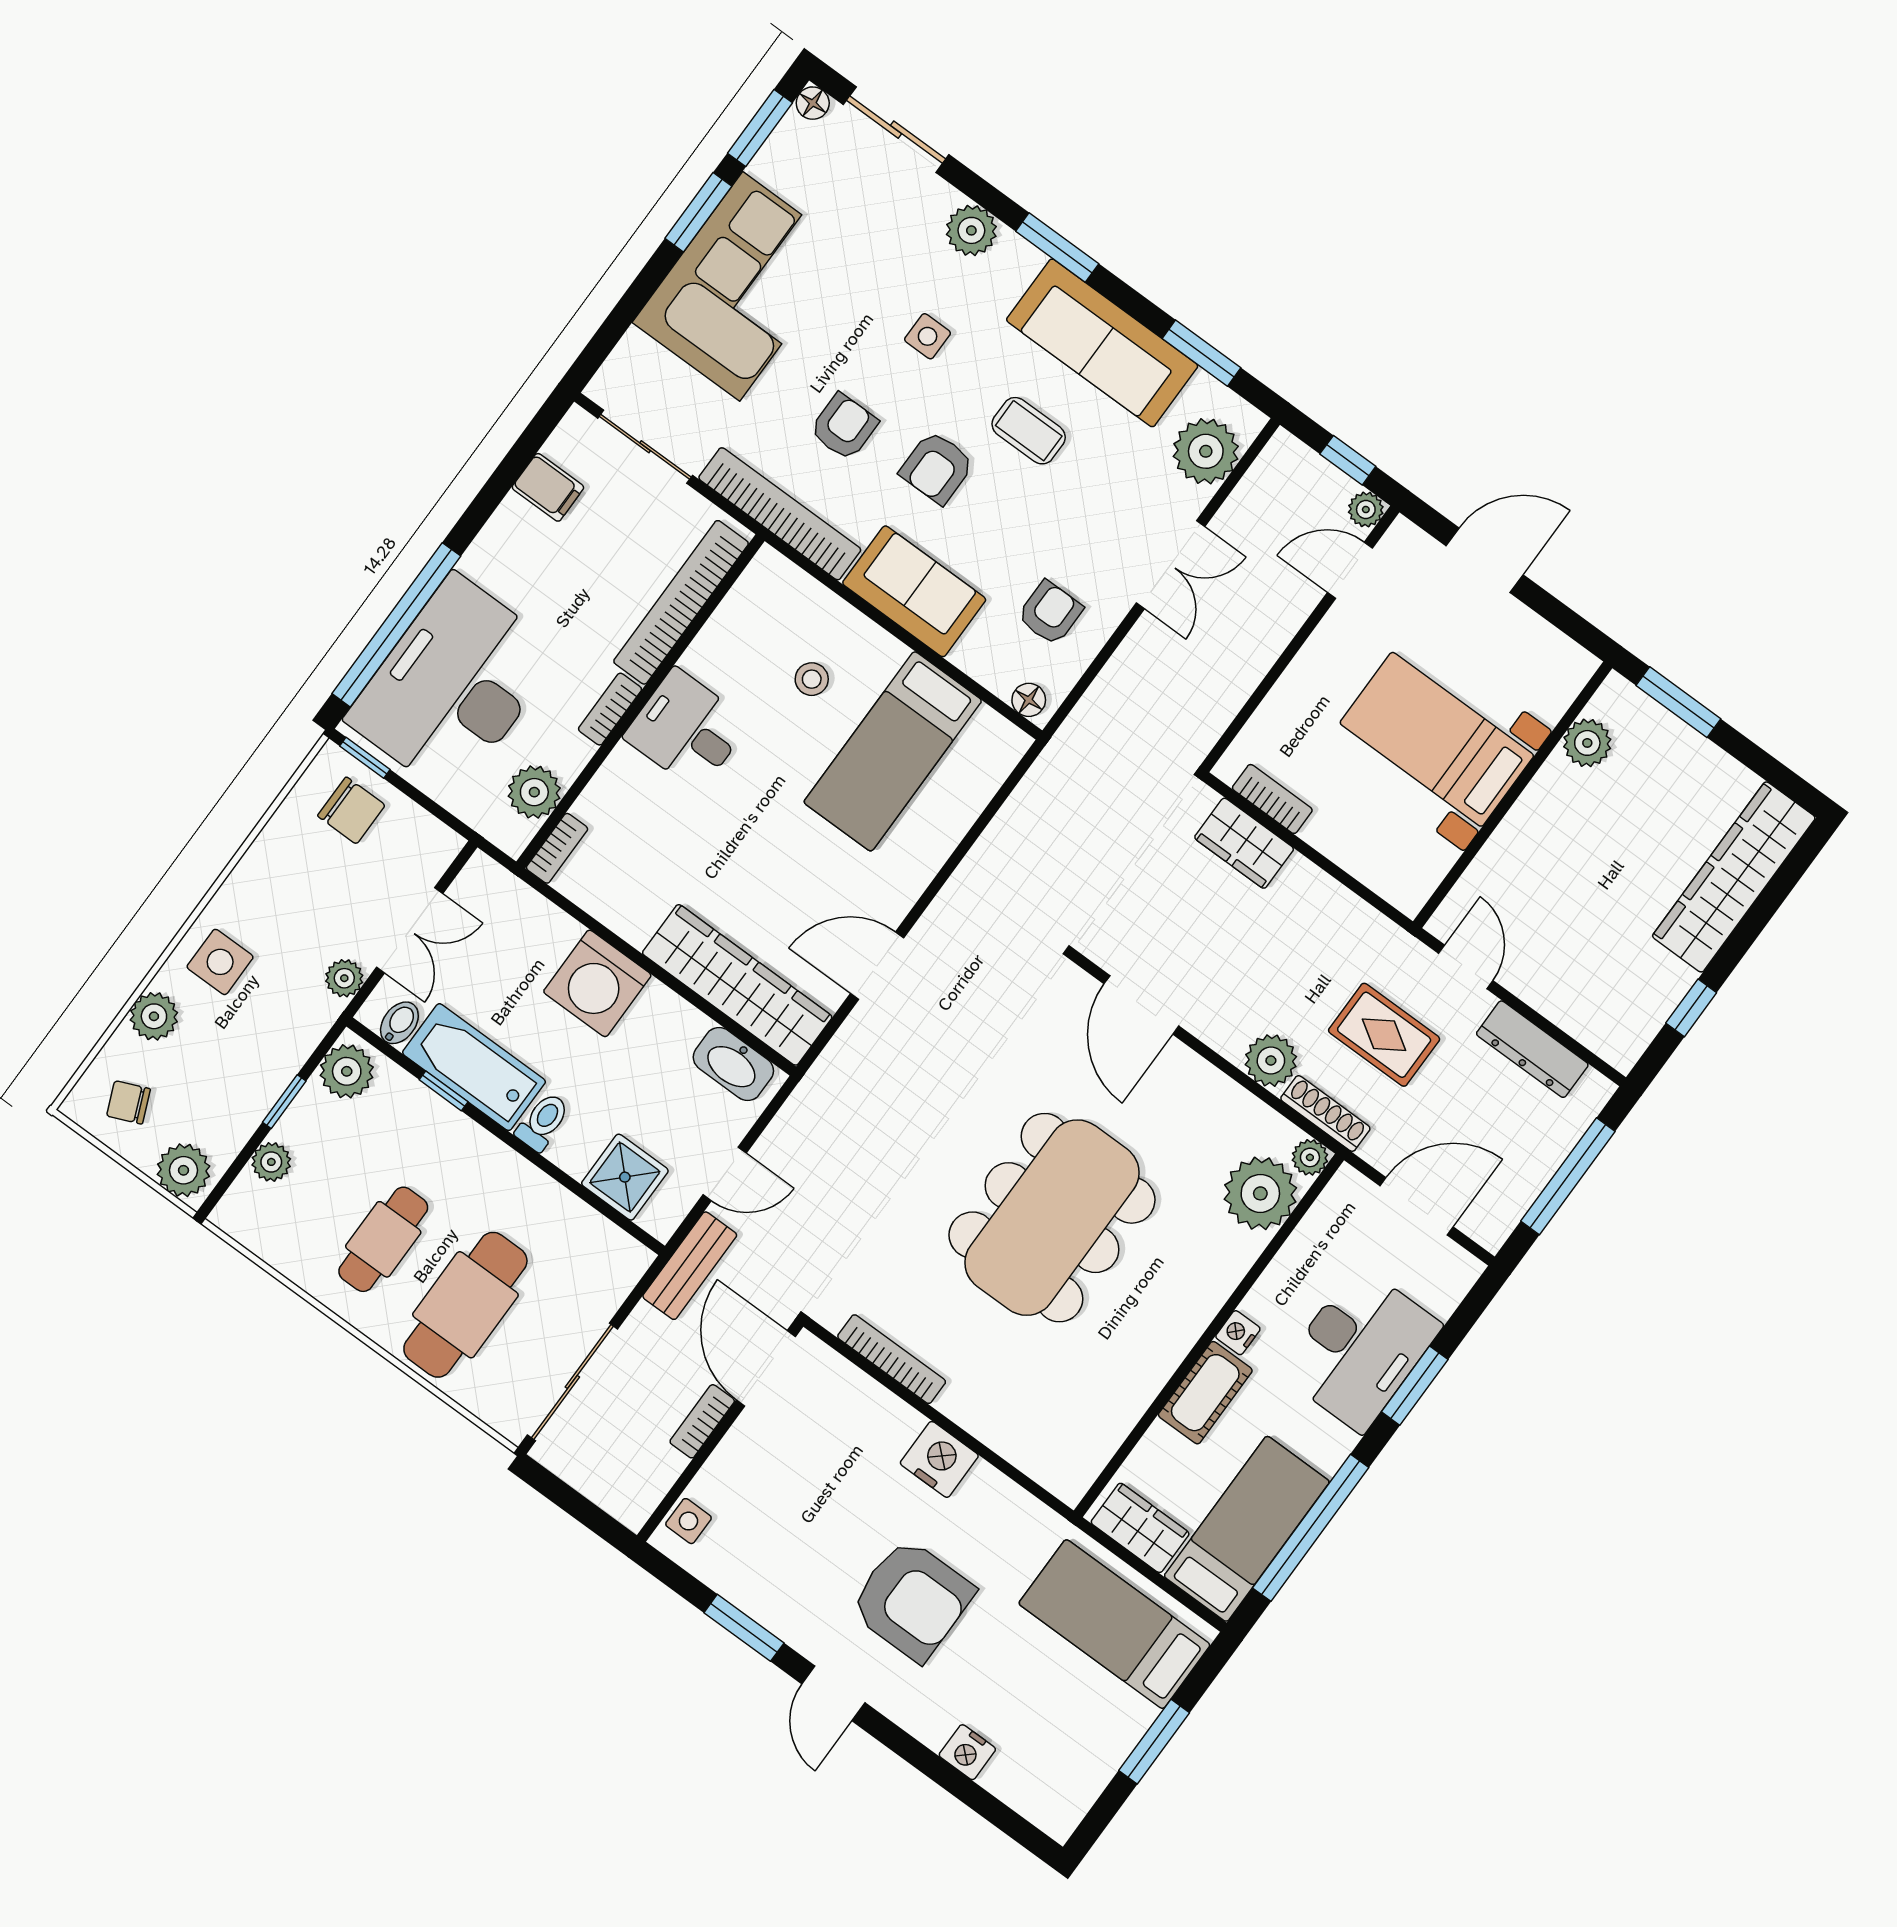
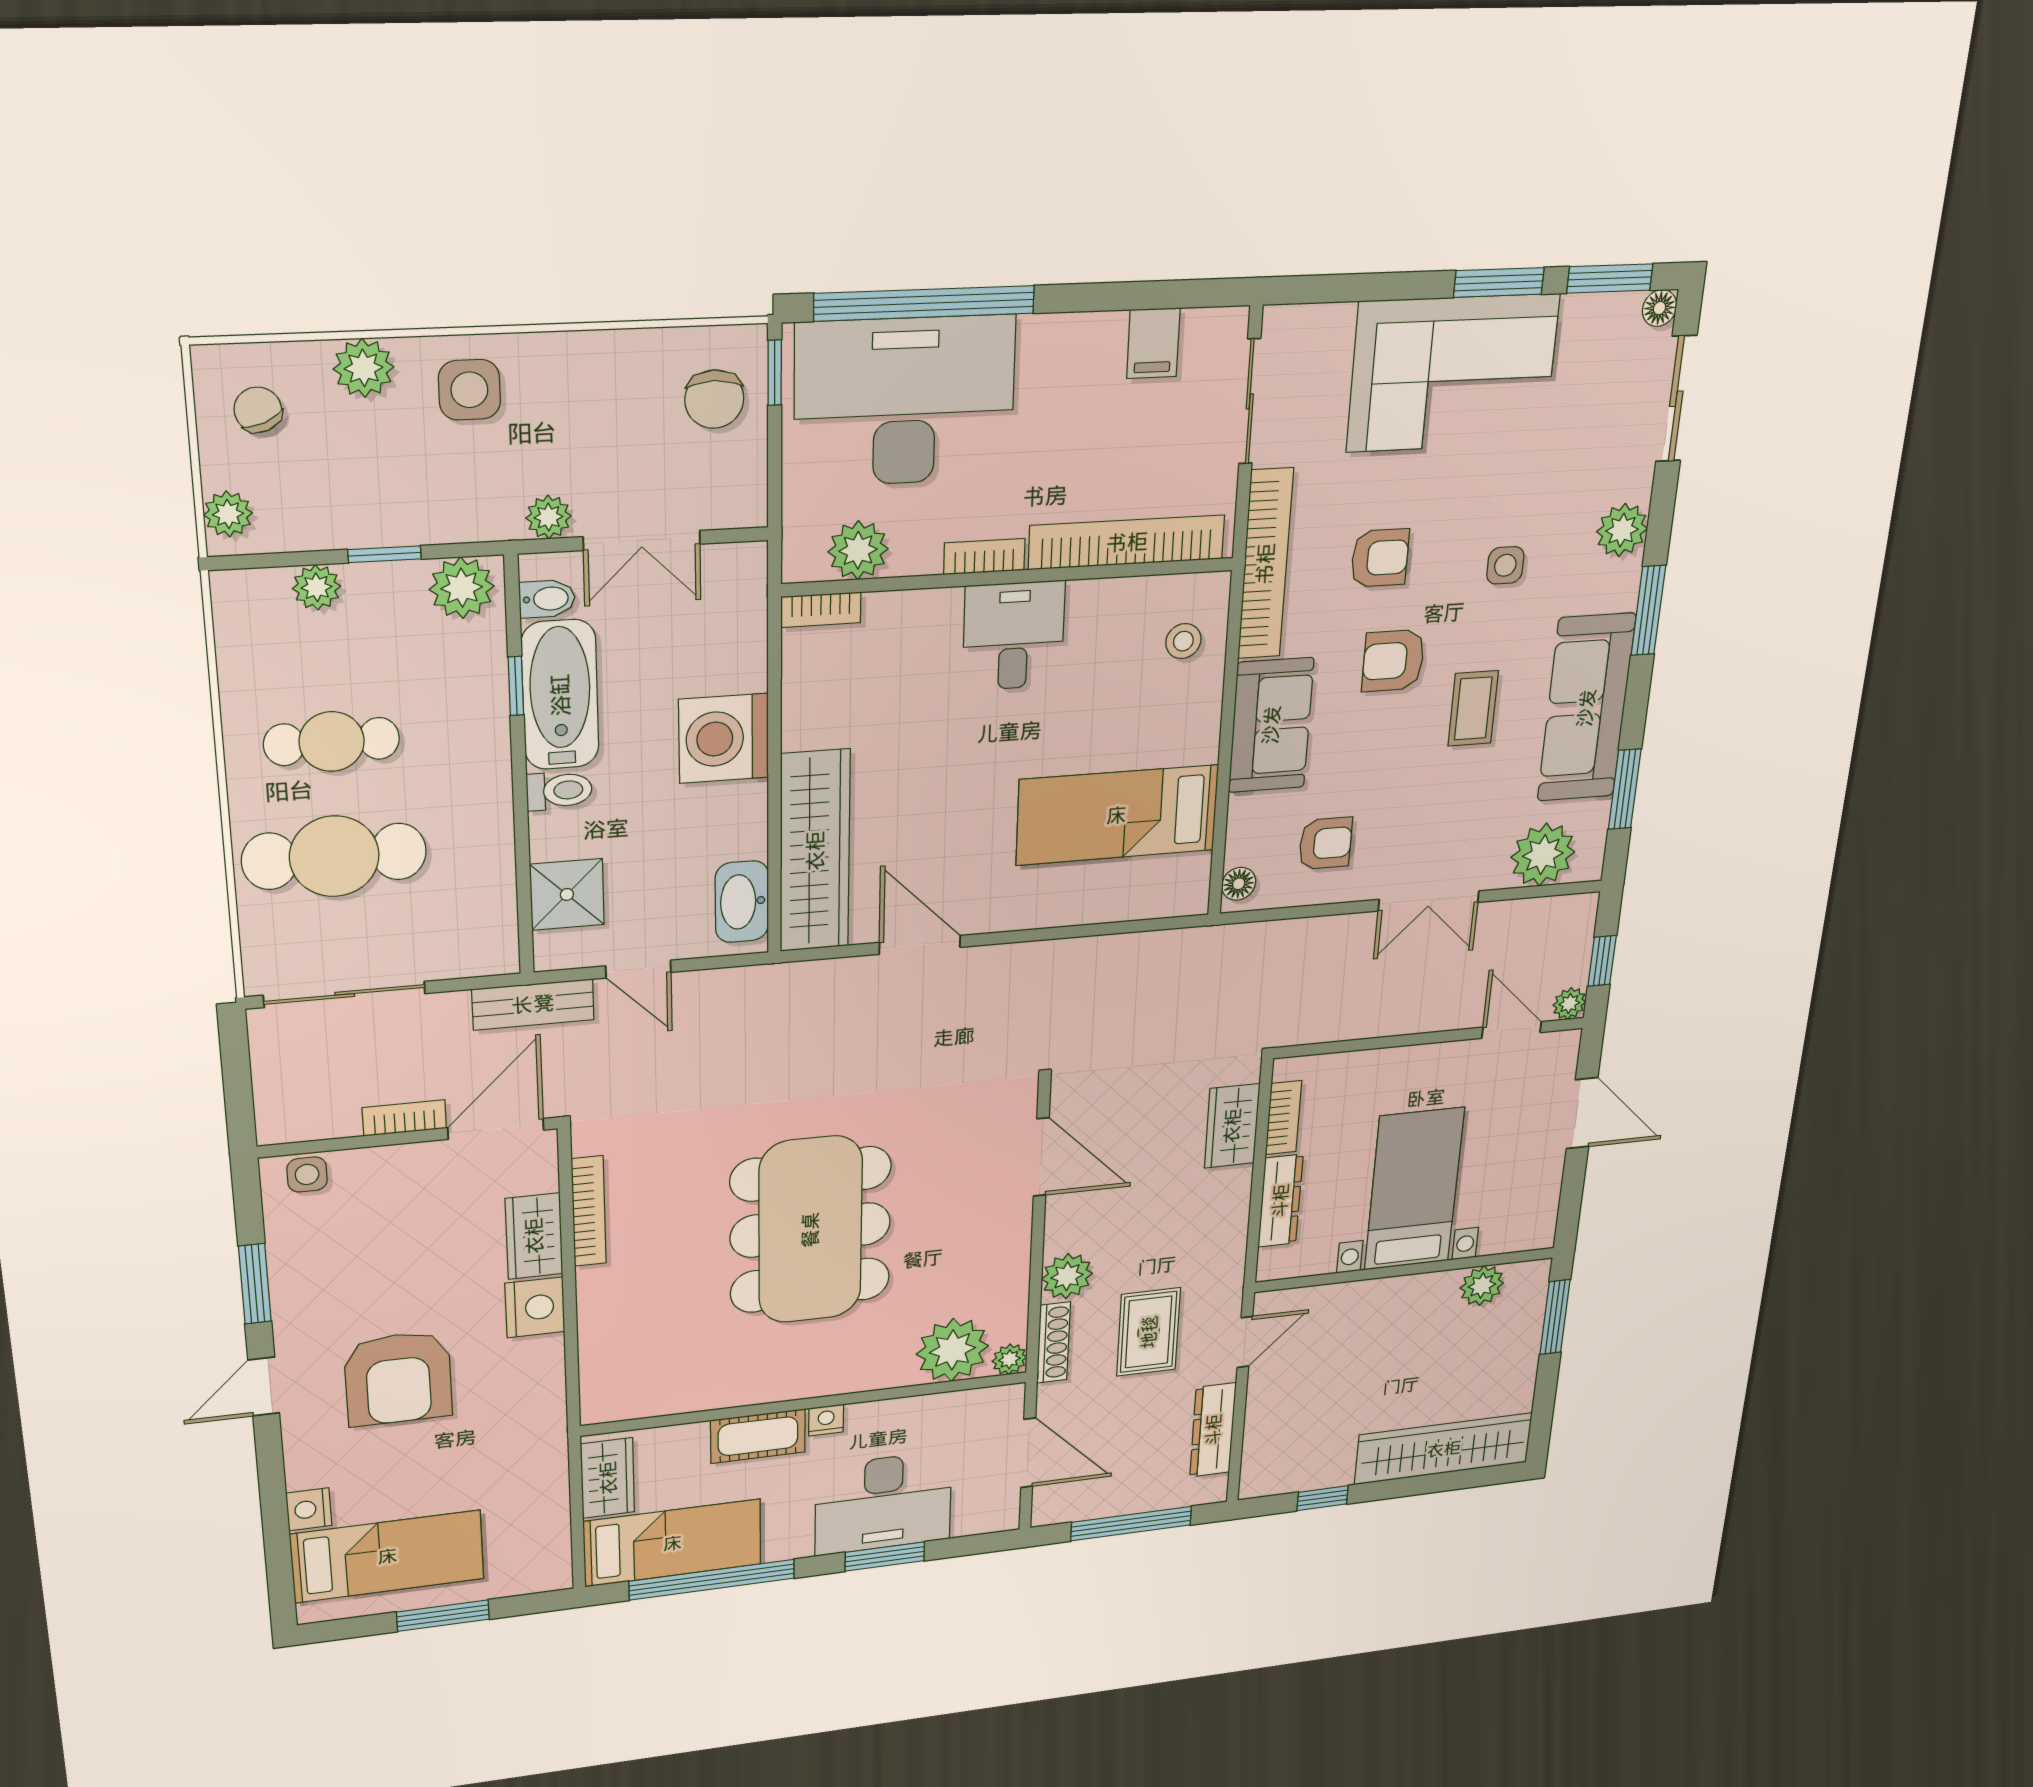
stool: (812, 679) -> (1183, 641), moved
dresser: (1350, 851) -> (1280, 1201), added
door: (1141, 1005) -> (1041, 1157), swing flipped
plant: (184, 1170) -> (228, 514), width x0.73, depth x0.73
dining table: (1052, 1218) -> (810, 1230), turned 90
wardrobe: (878, 1412) -> (534, 1236), added
bed: (1114, 1624) -> (388, 1556), moved, turned 90

